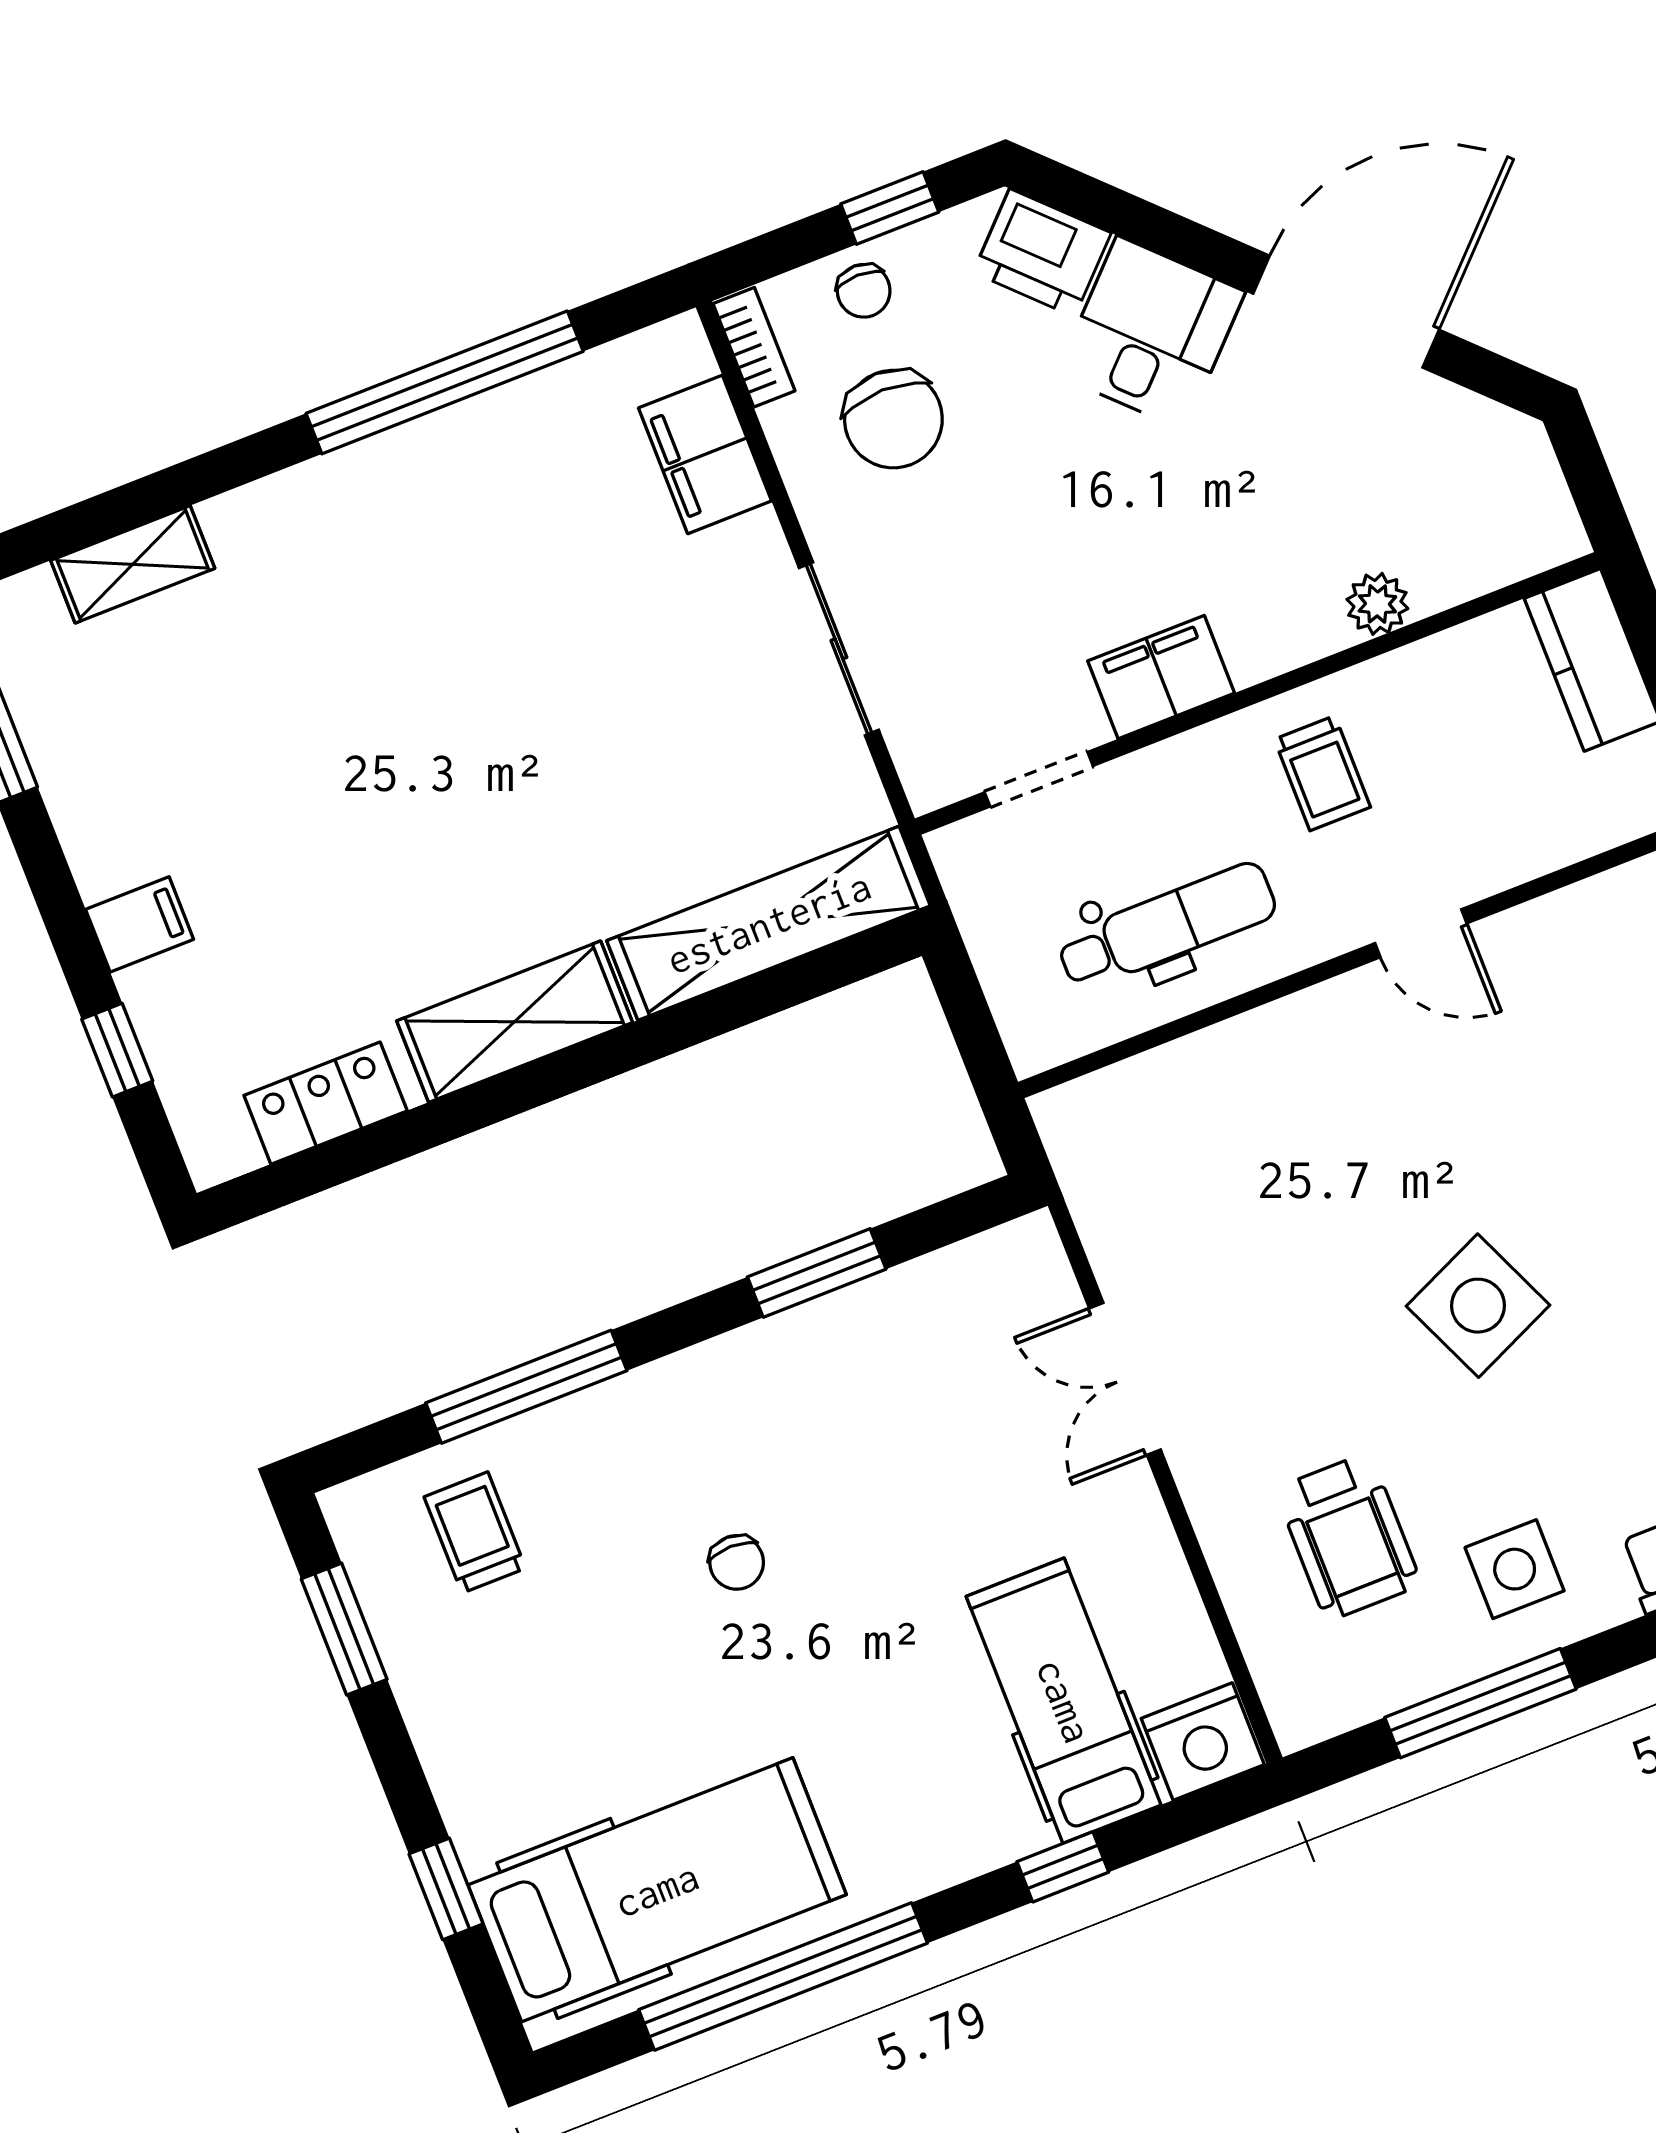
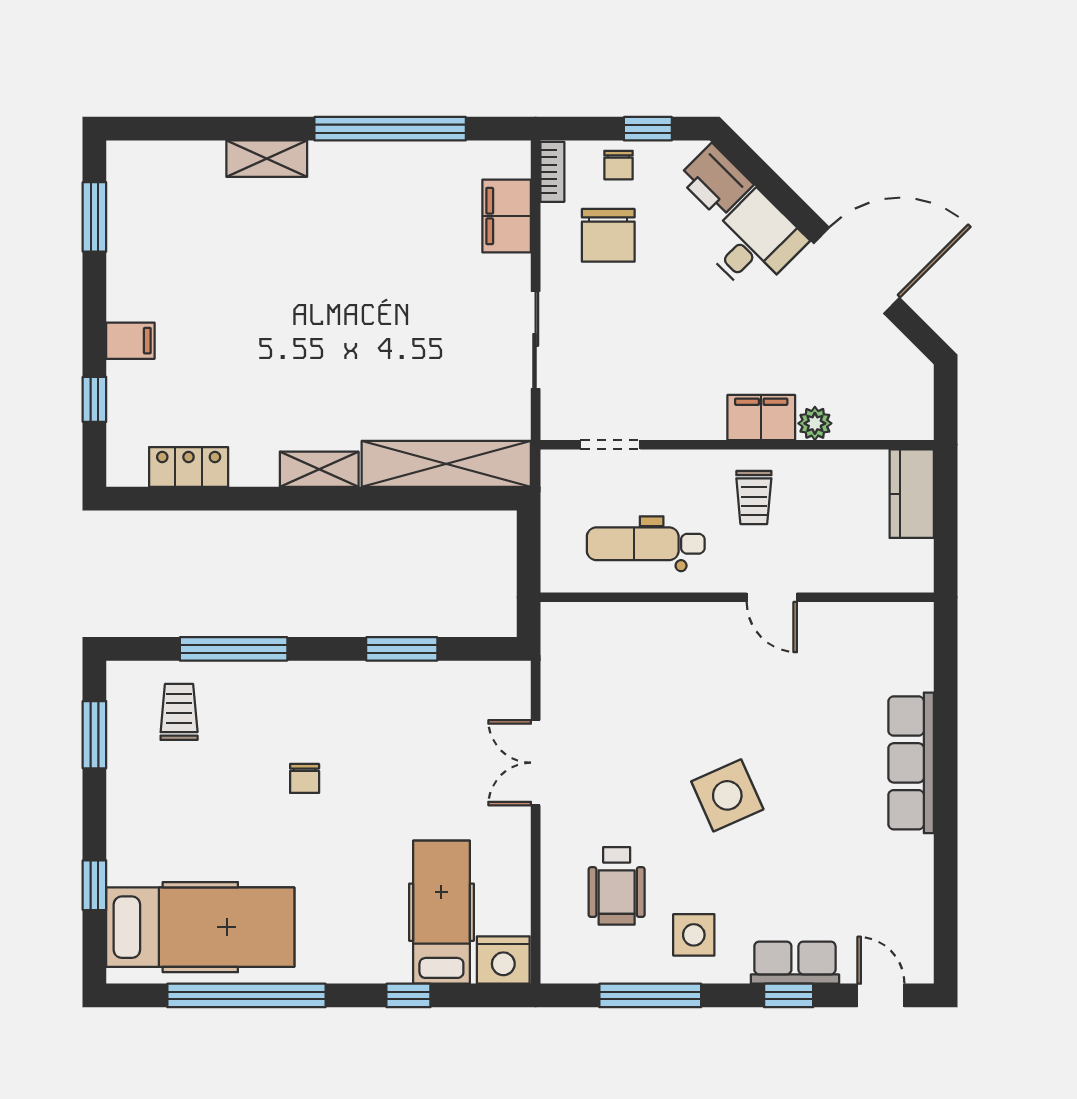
shelving: (133, 564) -> (267, 159), moved
filing cabinet: (1161, 677) -> (761, 417), moved
dental chair: (1167, 926) -> (646, 544), turned 180
shelving: (515, 1022) -> (319, 469), width x0.67, depth x0.75

